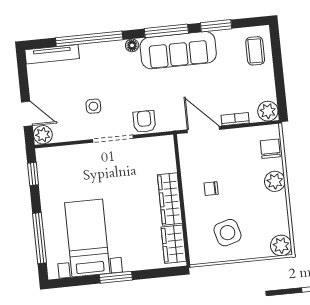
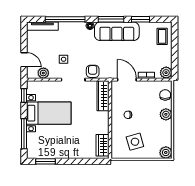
plant: (43, 135) -> (43, 73), moved
wardrobe: (170, 199) -> (103, 96), moved
bed with nightstands: (87, 238) -> (49, 113), moved, turned 90
window: (116, 277) -> (45, 161), moved

